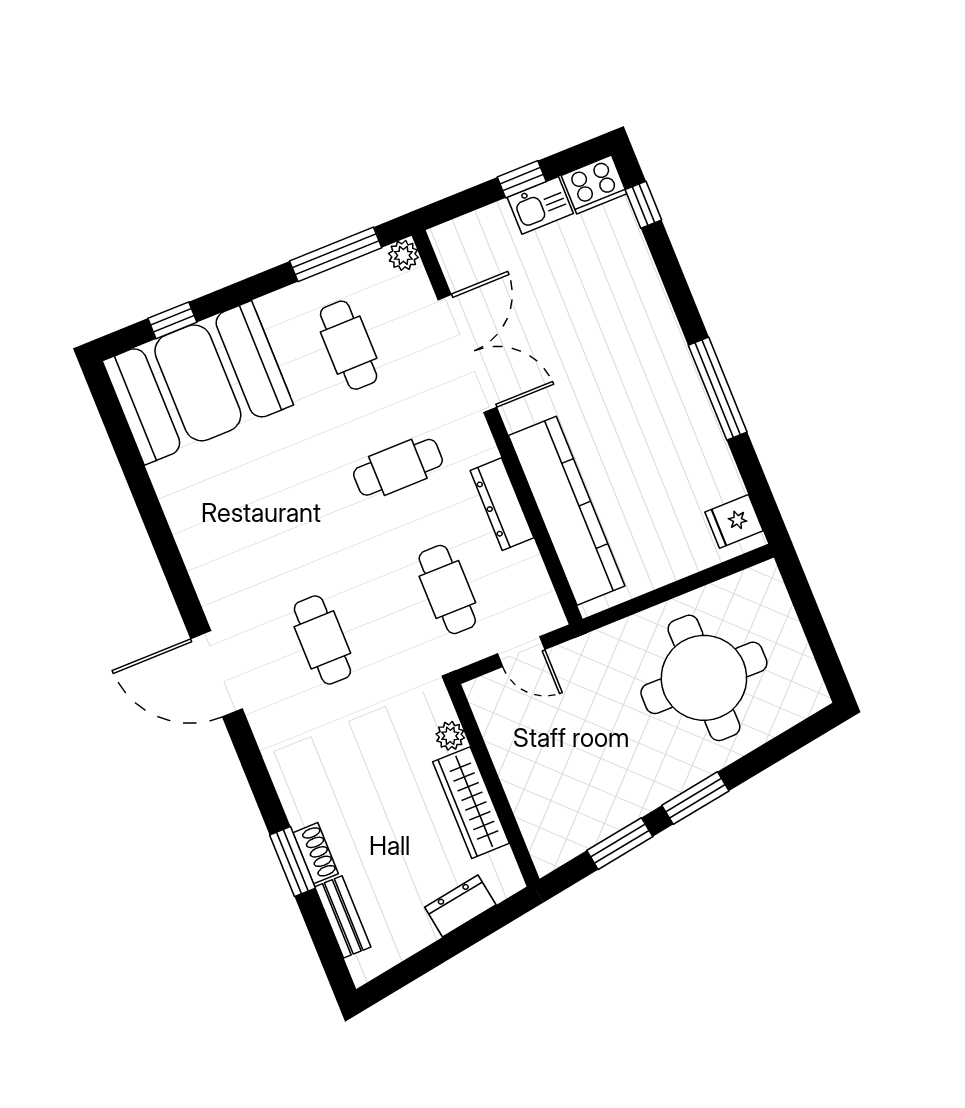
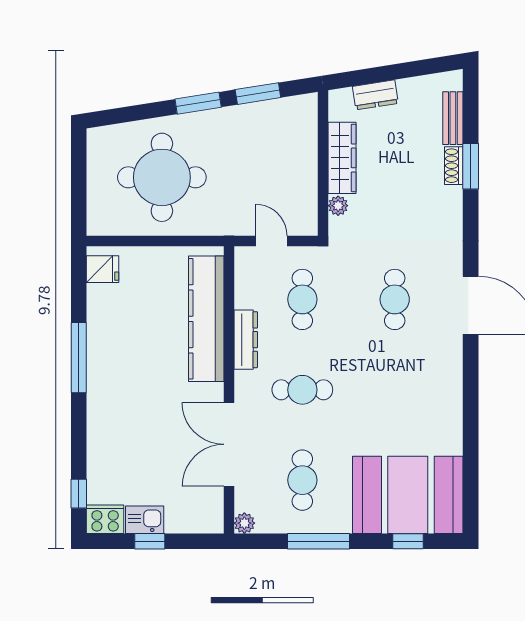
window: (336, 254) -> (318, 541), moved

